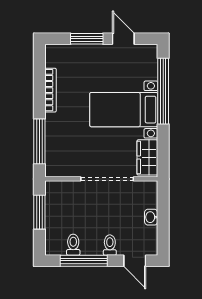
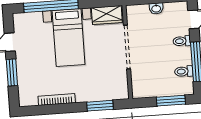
window: (39, 141) -> (100, 106), width x0.69
window: (39, 212) -> (171, 101), moved

